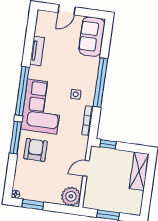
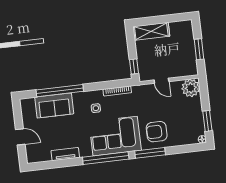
sofa: (92, 37) -> (54, 105), moved
window: (100, 83) -> (60, 91), moved

